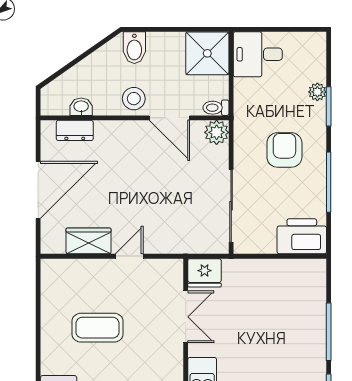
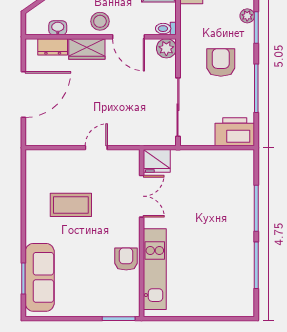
wardrobe: (89, 241) -> (87, 49), moved, turned 180

